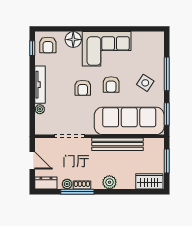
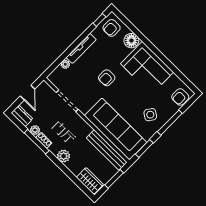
armchair: (111, 84) -> (180, 97), moved
bench: (118, 144) -> (107, 150), moved

